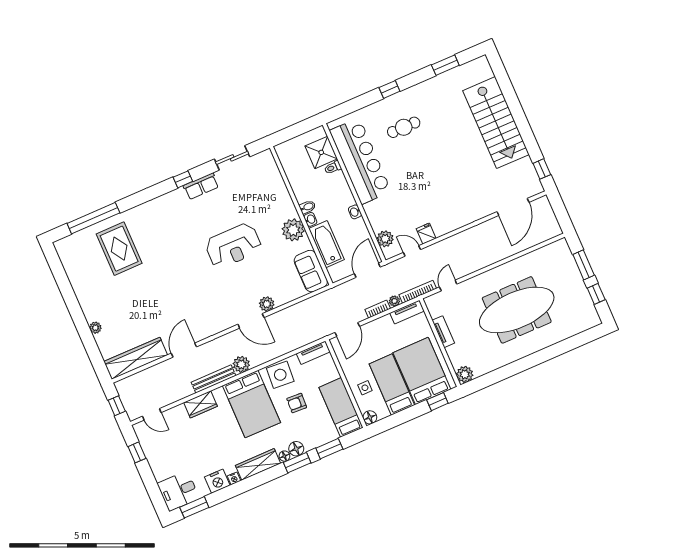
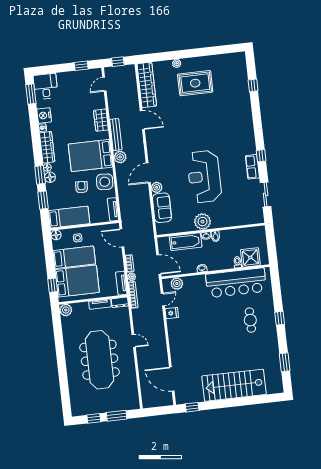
window: (93, 218) -> (253, 85), width x0.32
reception desk: (233, 246) -> (204, 177), width x1.36, depth x1.30
rug: (119, 249) -> (195, 83), moved
sofa: (311, 271) -> (162, 208), moved, turned 90
door: (448, 286) -> (134, 341), moved
dresser: (433, 306) -> (120, 302), added

